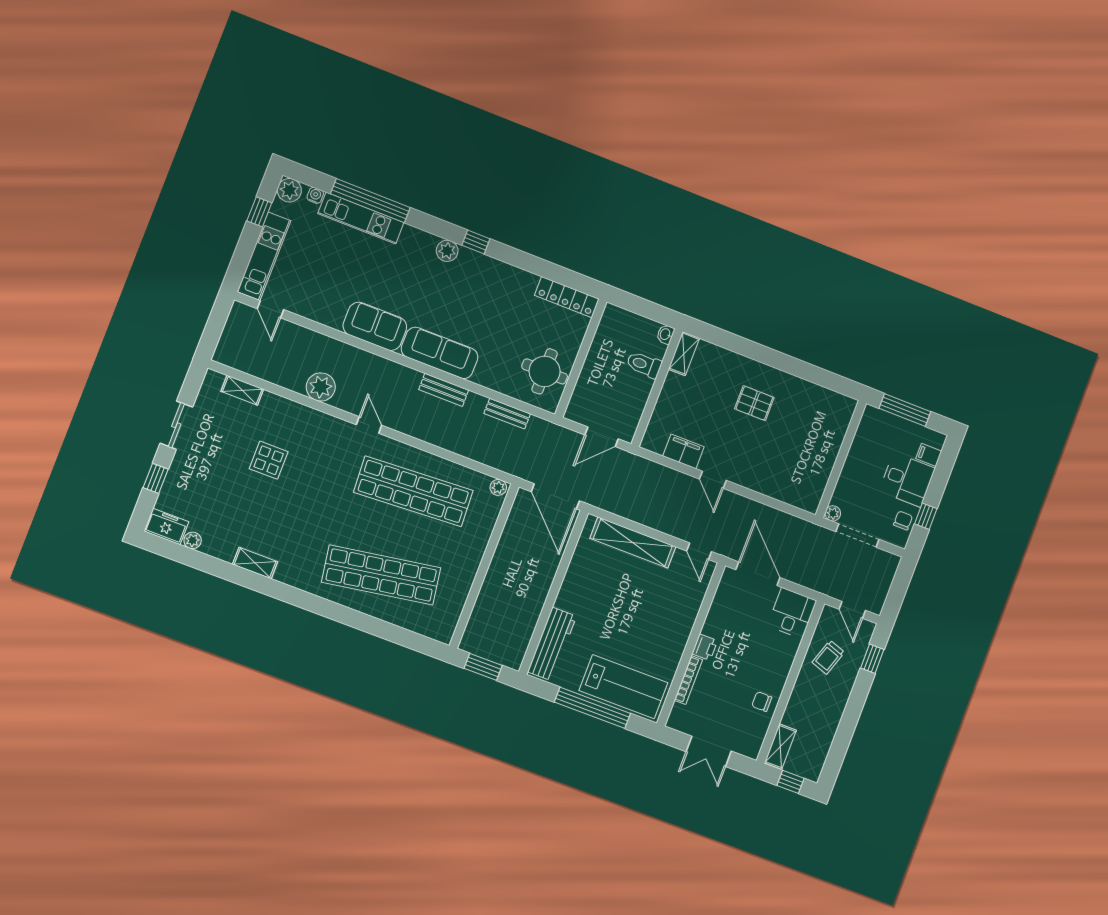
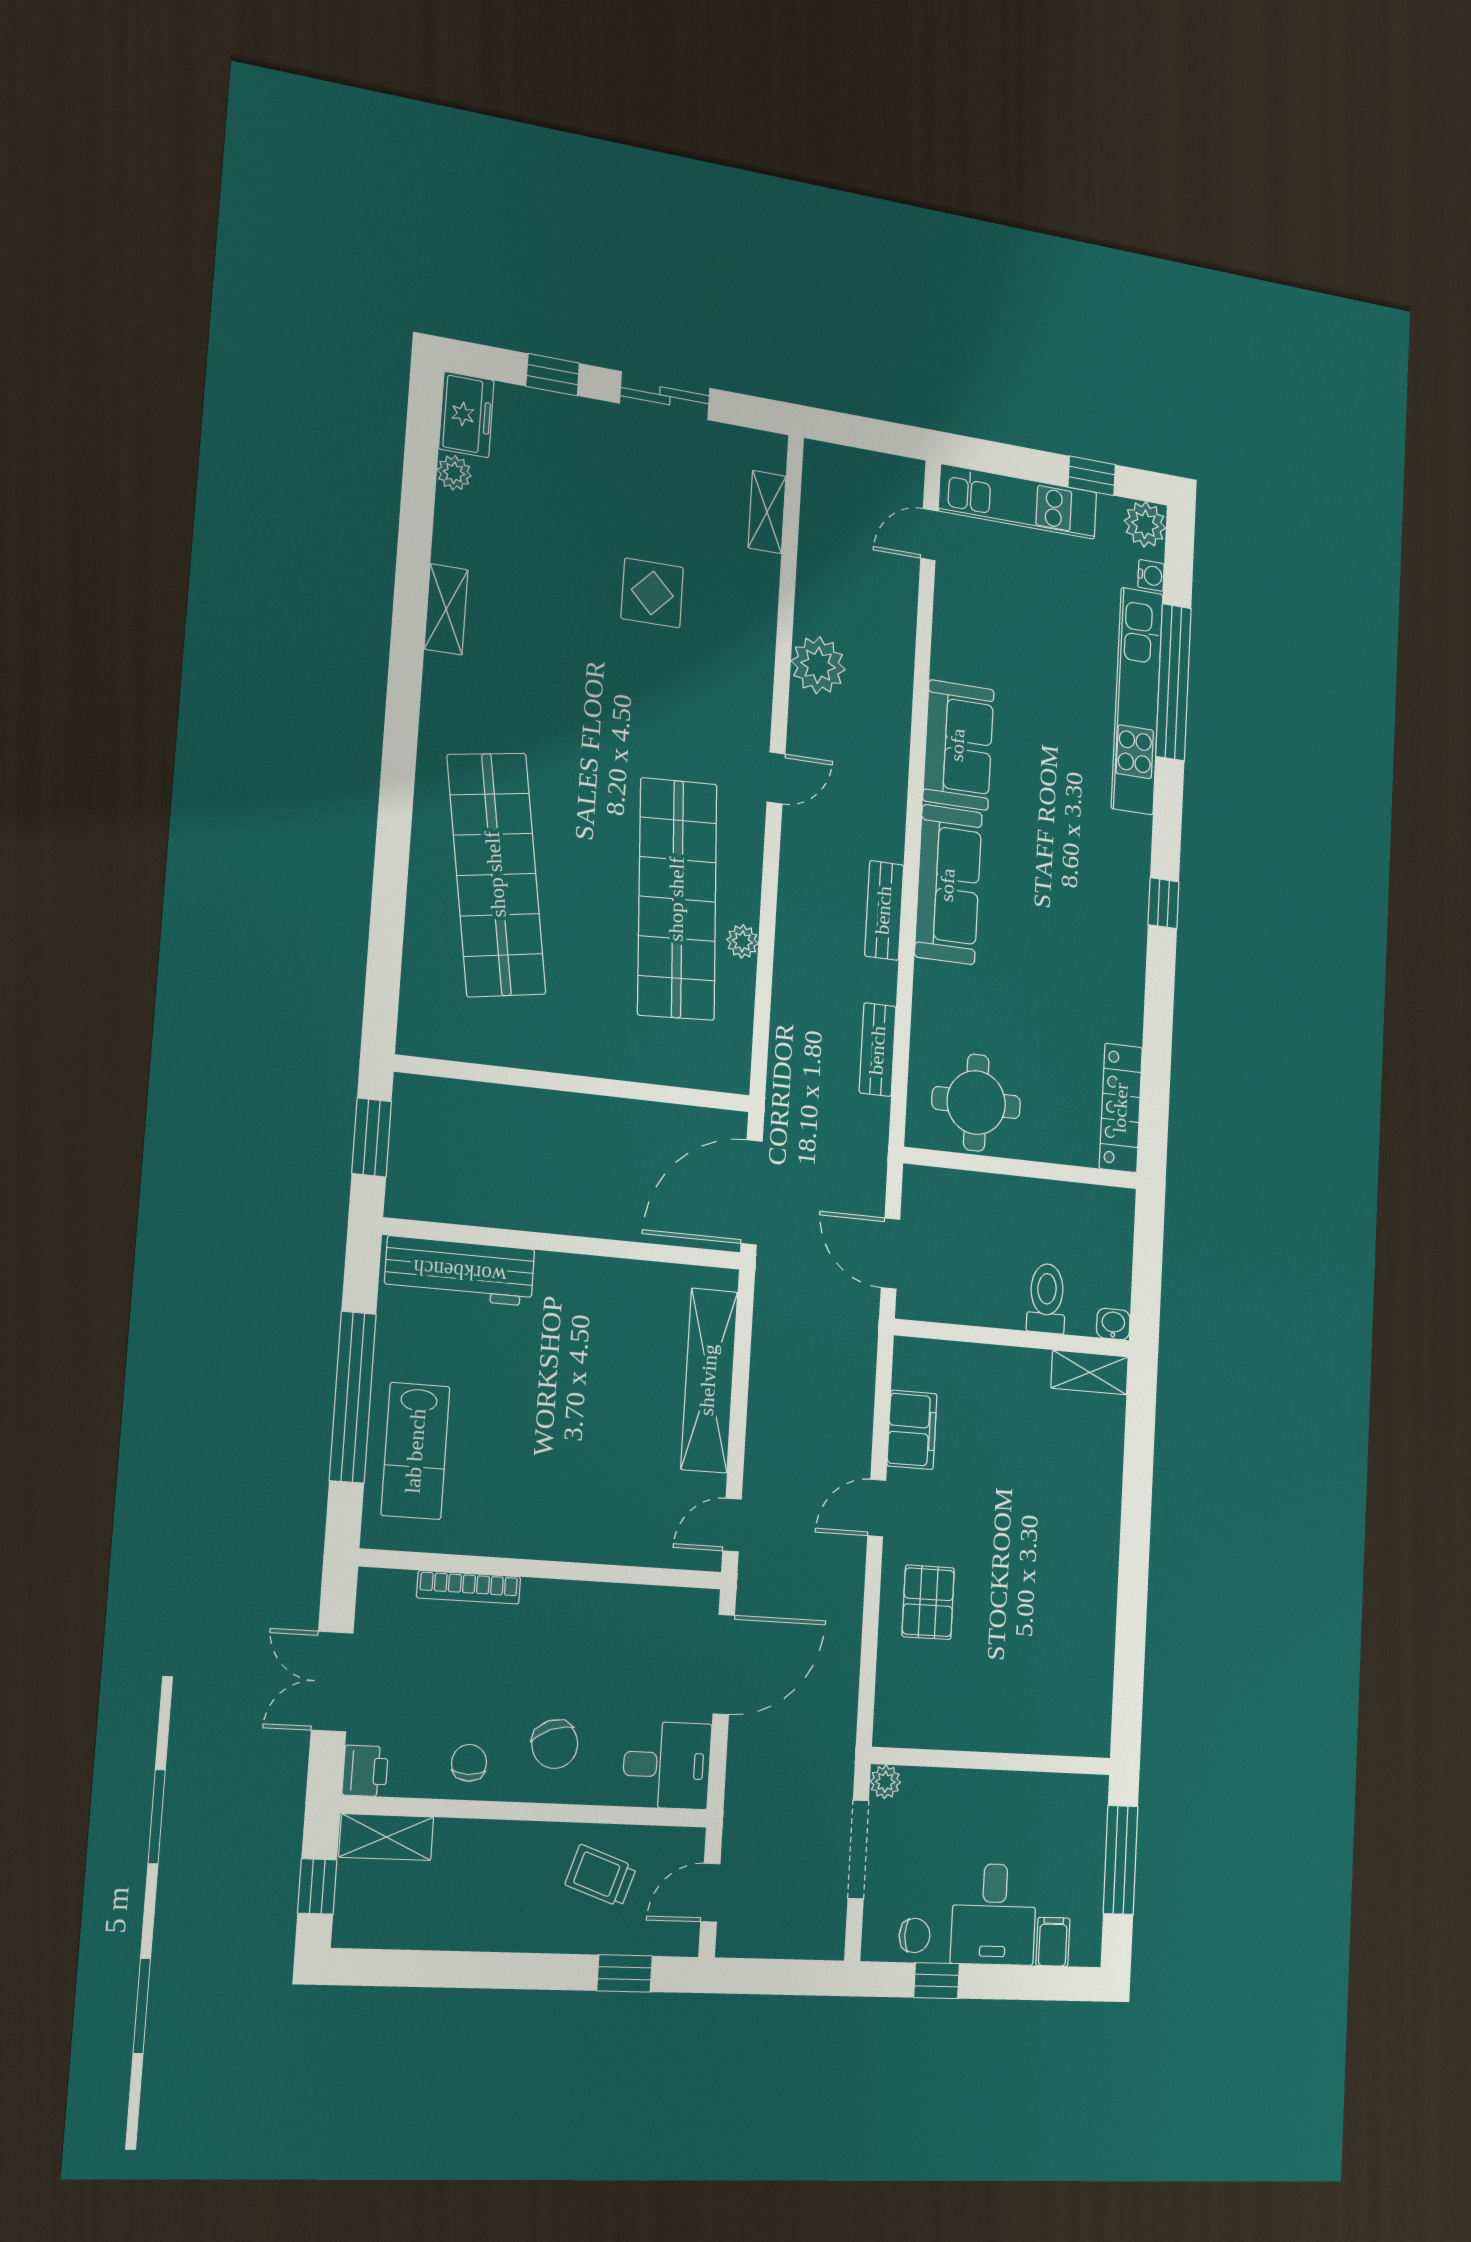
kitchen unit: (361, 218) -> (1137, 701), width x1.36
plant: (447, 251) -> (1132, 852), removed
pallet: (754, 403) -> (928, 1602), moved
plant: (498, 487) -> (742, 941), moved
printer: (705, 647) -> (365, 1771), moved, turned -90
chair: (767, 661) -> (555, 1744), added
lab bench: (623, 687) -> (416, 1451), width x0.73, depth x0.72

